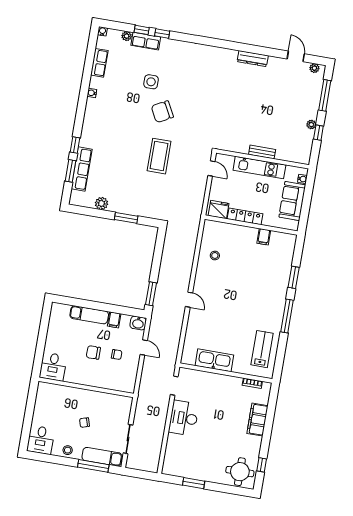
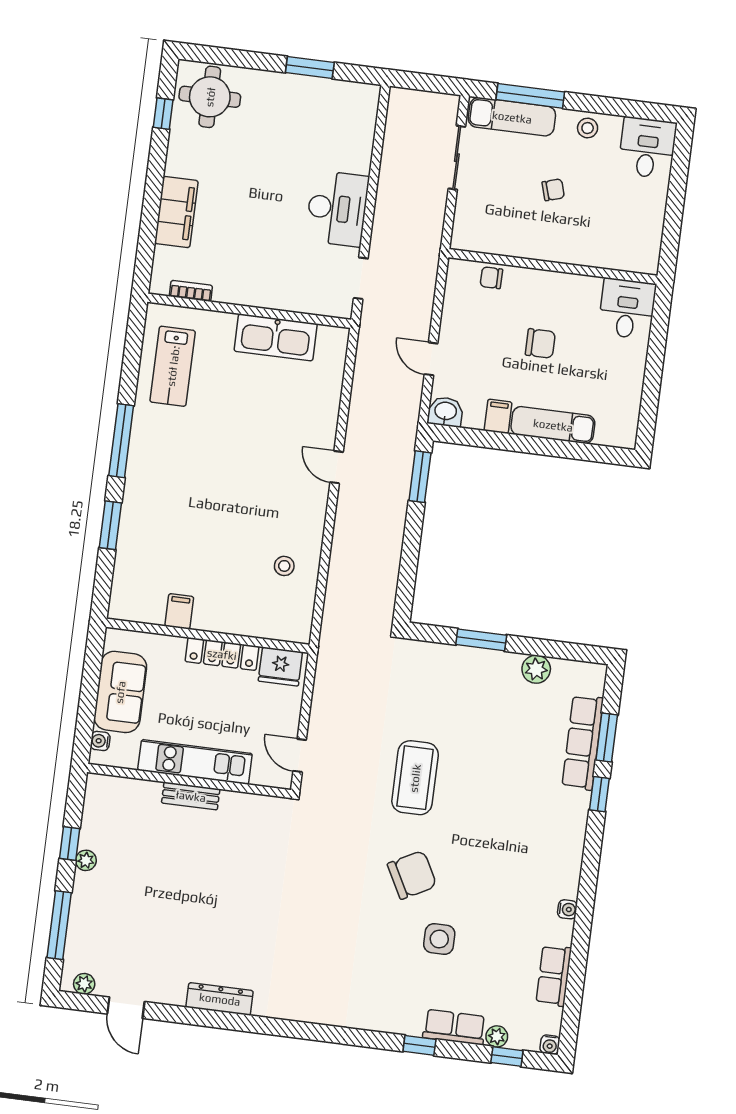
window: (142, 30) -> (507, 1057), moved
chair: (117, 355) -> (491, 278), moved

